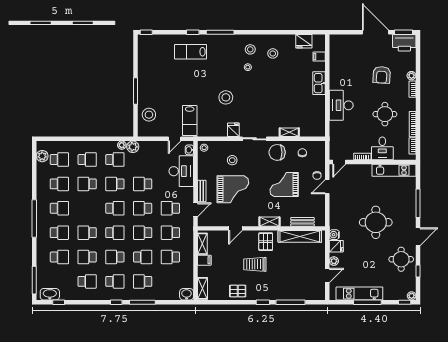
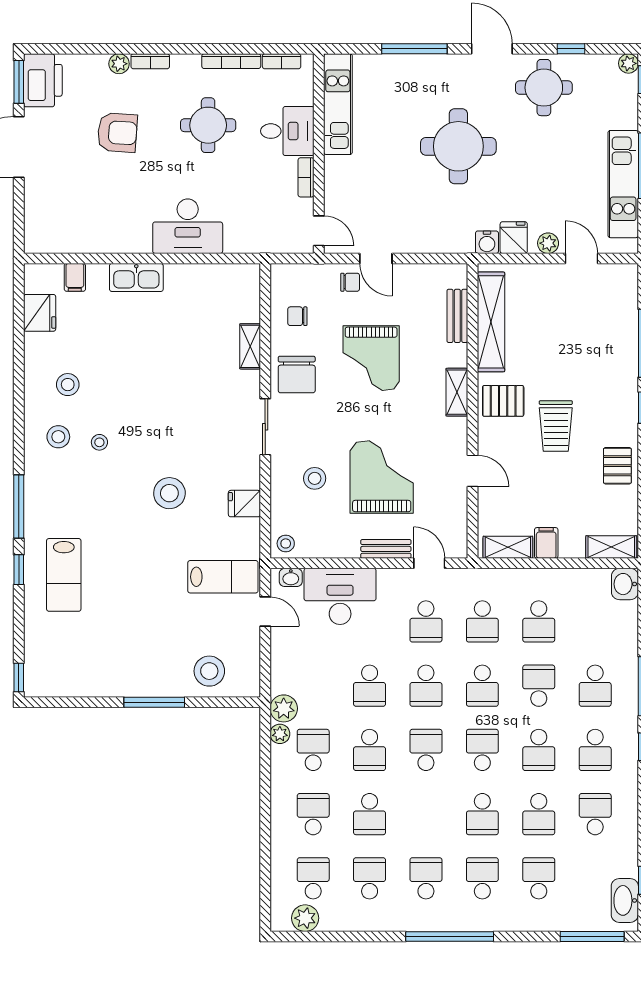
fridge: (233, 130) -> (244, 504), moved
school desk: (115, 281) -> (595, 750), turned 180

